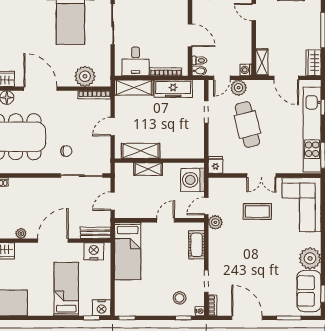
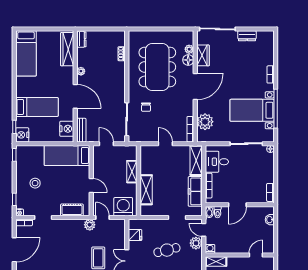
cafe table: (247, 125) -> (167, 250), width x0.73, depth x0.74
shelving: (141, 151) -> (146, 190), moved
fridge: (215, 165) -> (135, 235), moved
stool: (180, 298) -> (35, 183), moved

